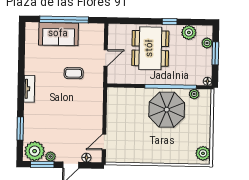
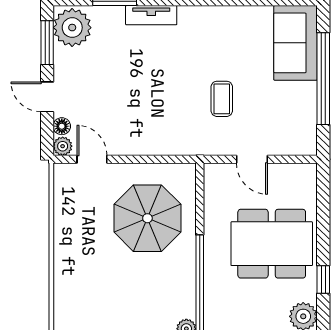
sofa: (58, 34) -> (296, 43), moved
tv unit: (29, 89) -> (151, 15), moved
parasol: (167, 110) -> (147, 218), moved
plant: (50, 156) -> (63, 146), moved

